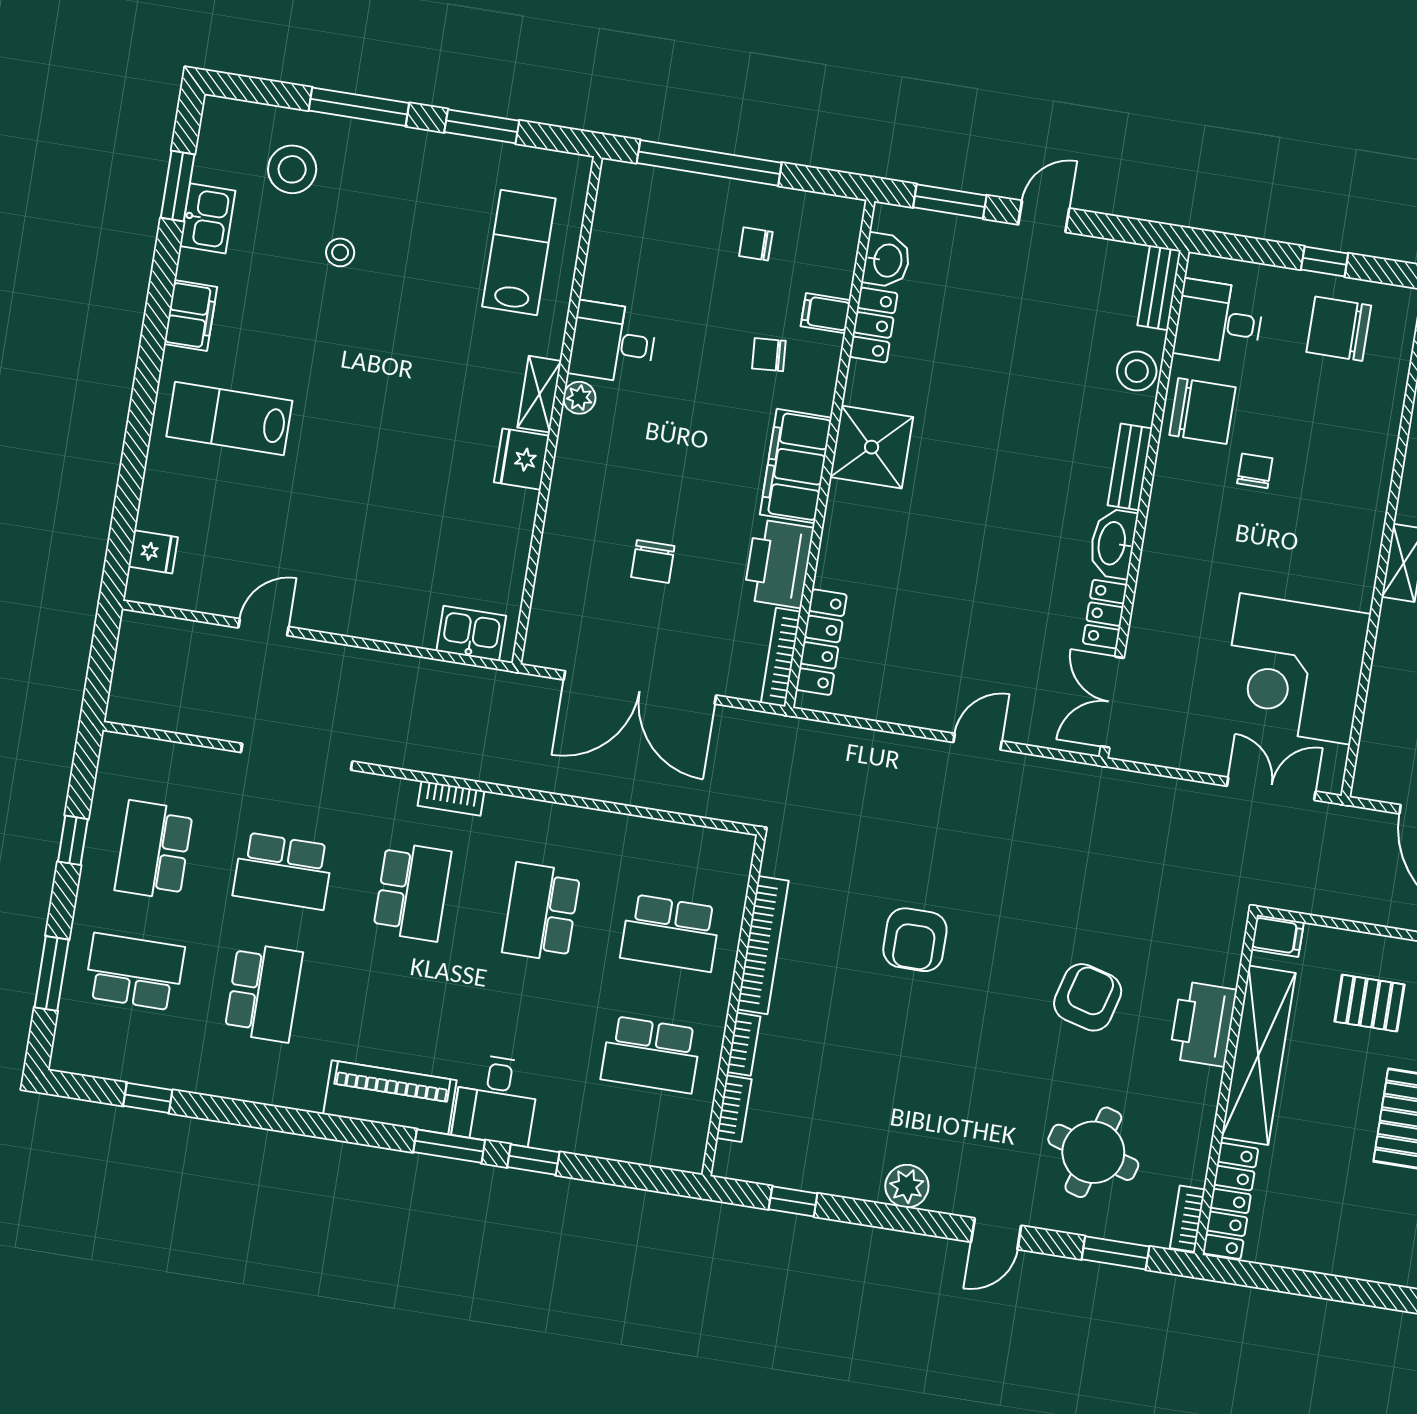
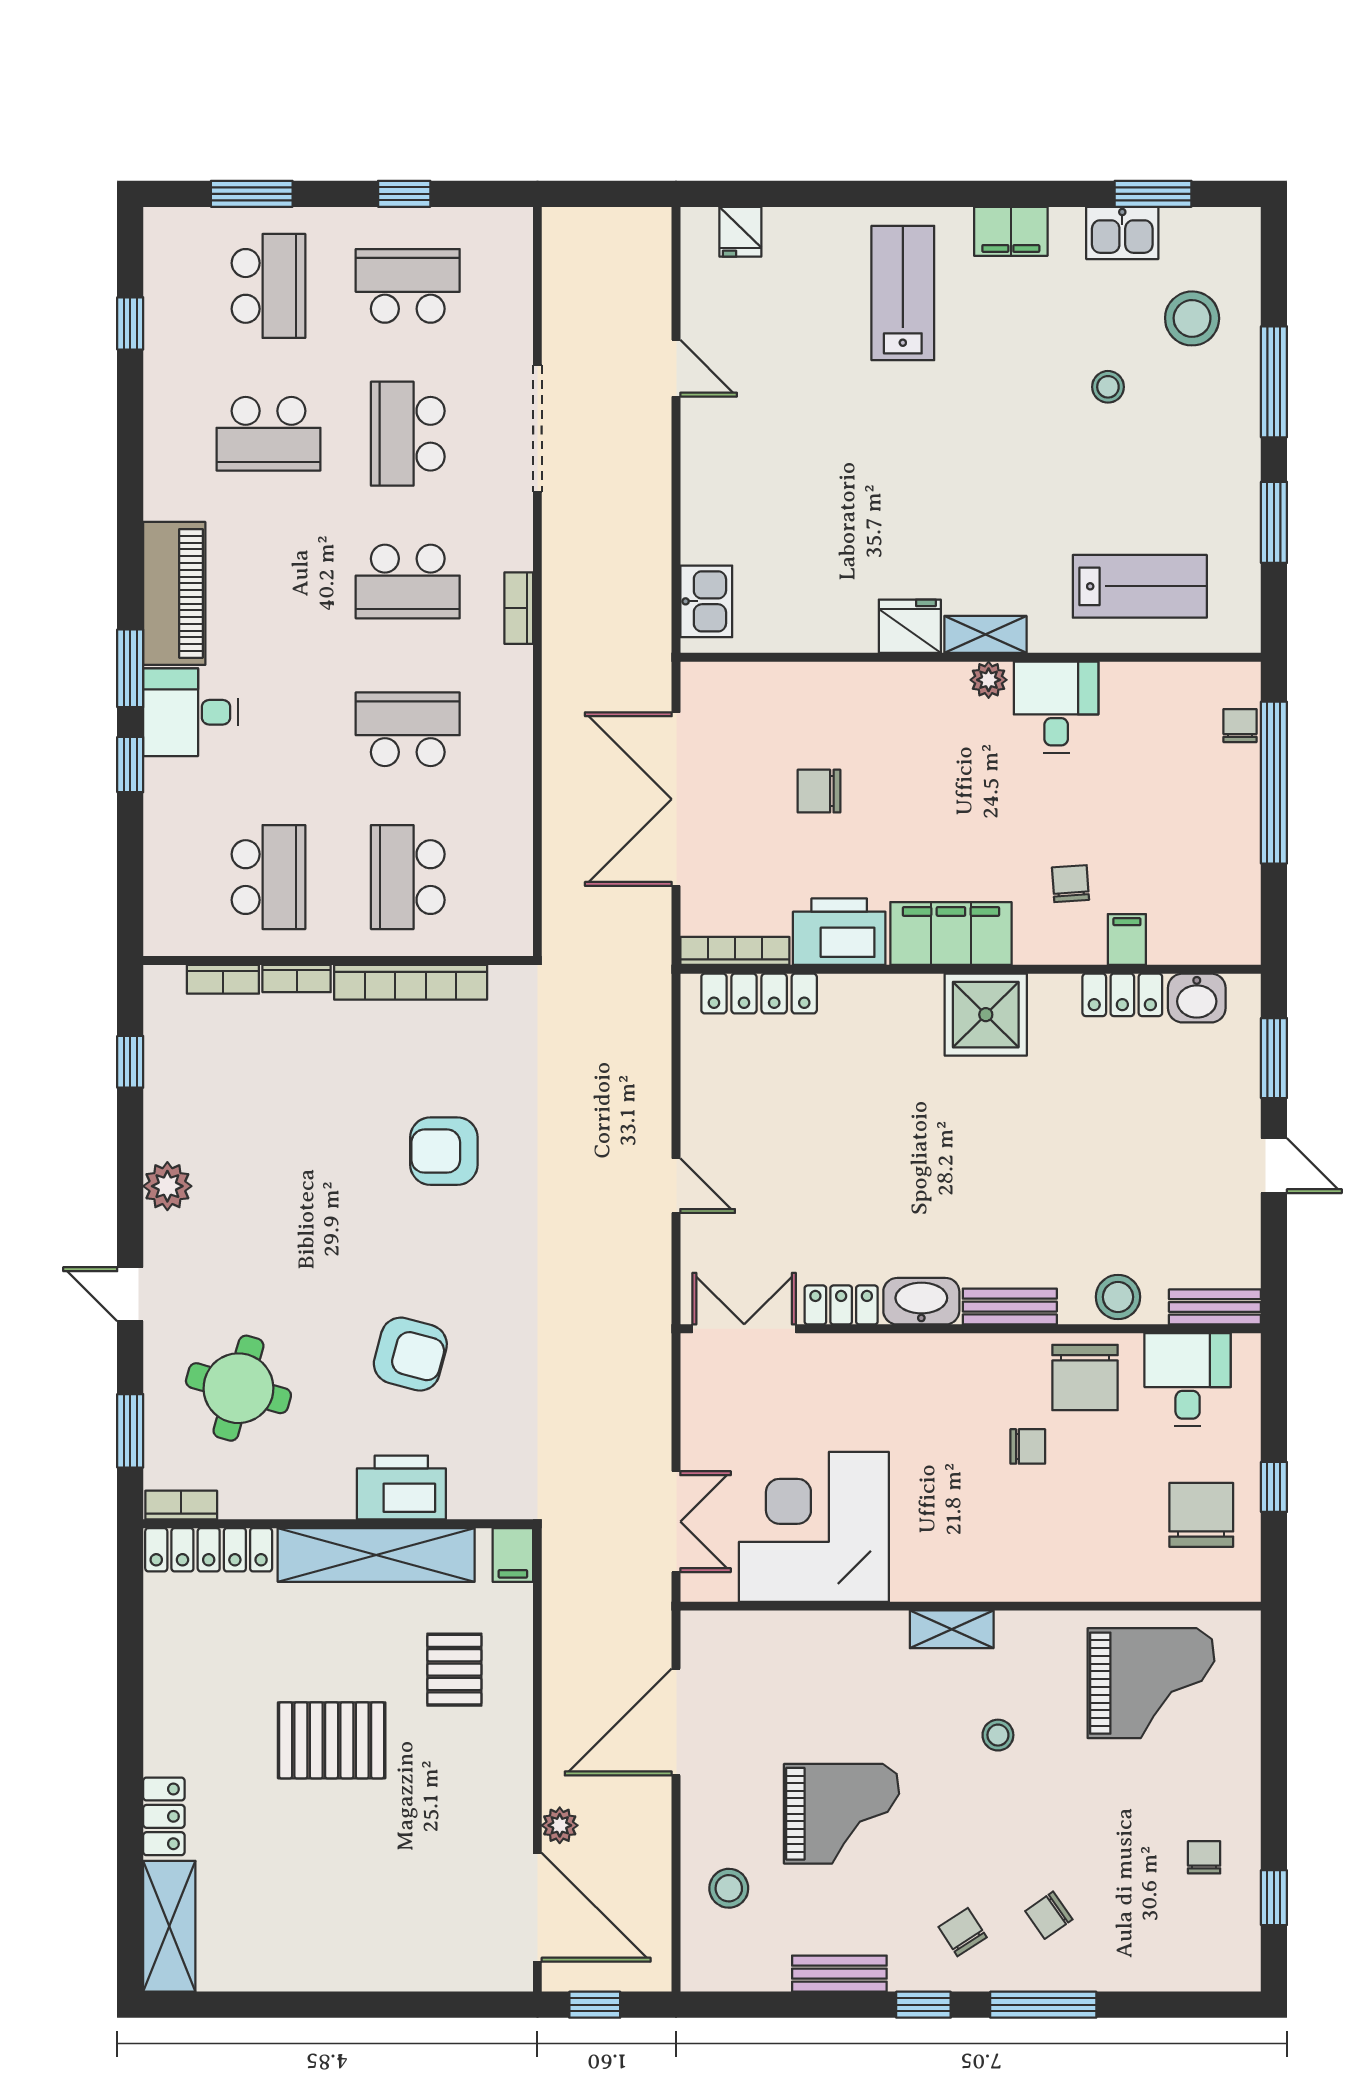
chair: (756, 244) -> (1240, 726), moved
school desk: (651, 1055) -> (268, 877), turned 180

